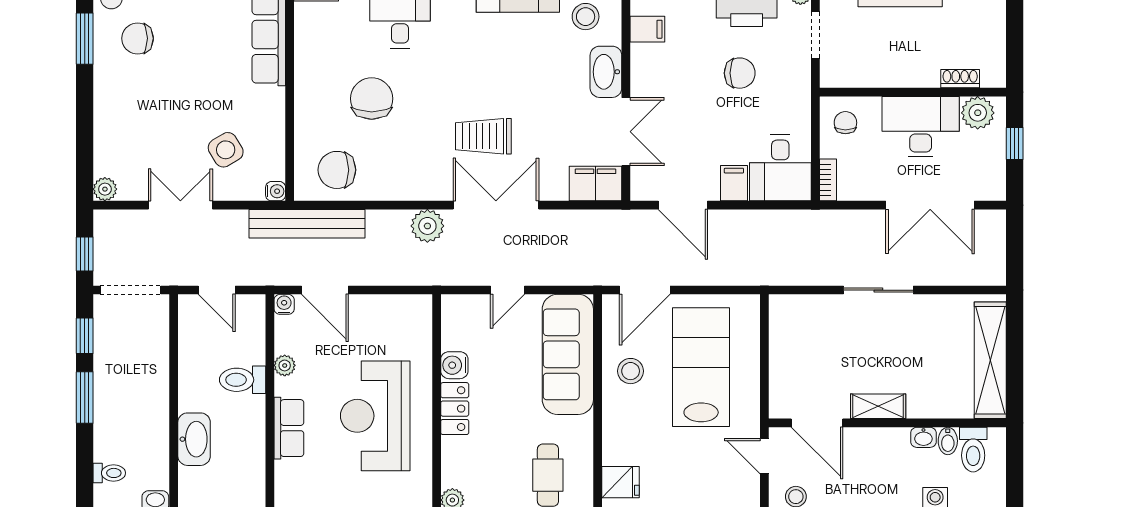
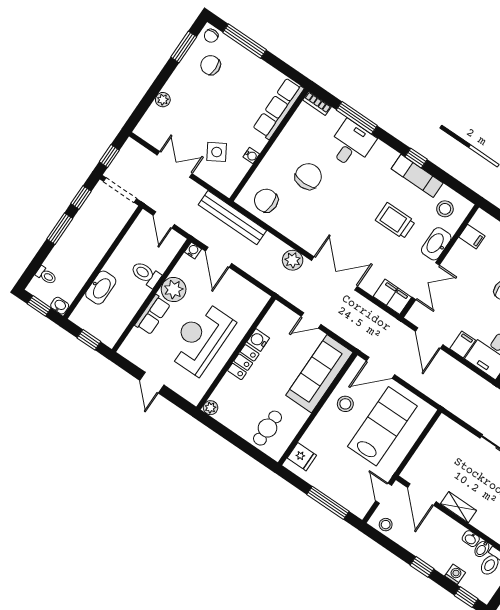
trolley: (483, 136) -> (395, 221), moved
plant: (105, 189) -> (163, 100), moved
water cooler: (276, 191) -> (251, 156), moved
plant: (285, 365) -> (174, 290), width x1.88, depth x1.88

